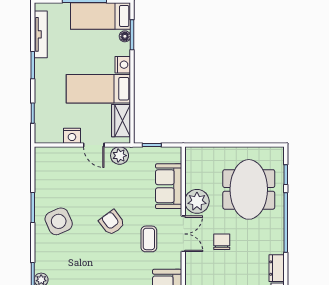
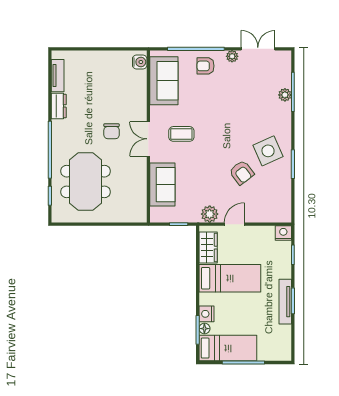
tv unit: (41, 34) -> (285, 302), moved
nightstand: (123, 65) -> (206, 314), moved
nightstand: (72, 136) -> (283, 233), moved
door: (94, 145) -> (234, 224), hinge flipped
plant: (197, 201) -> (135, 170), removed
armchair: (112, 223) -> (242, 173), moved
coffee table: (149, 239) -> (181, 134), turned 90

